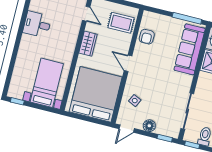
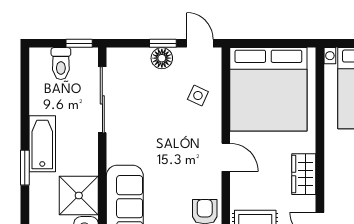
door: (127, 129) -> (200, 43), hinge flipped
window: (165, 138) -> (163, 43), moved

